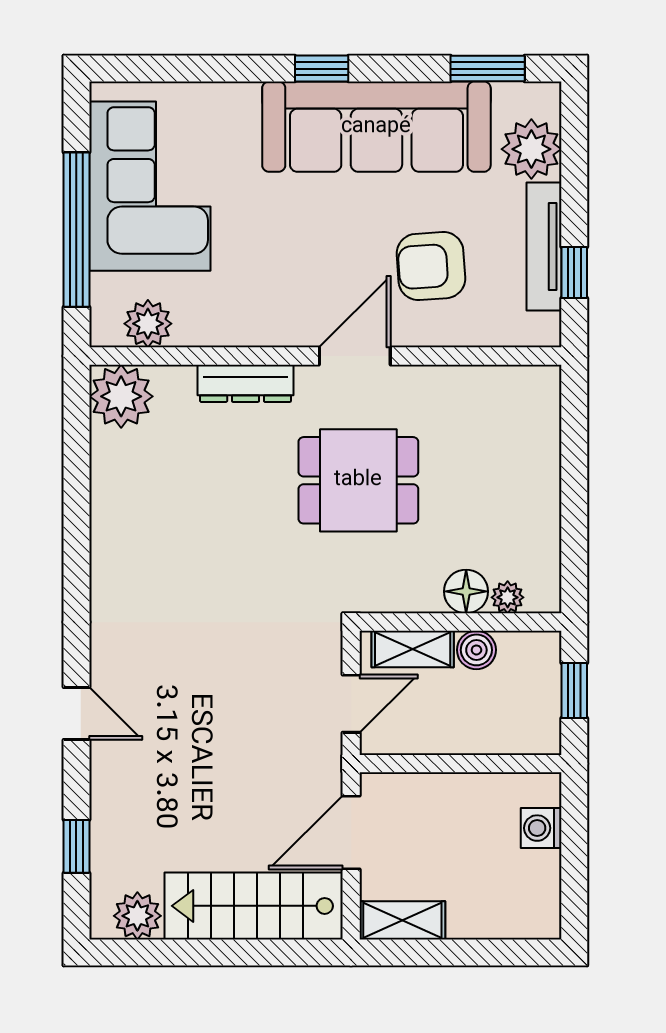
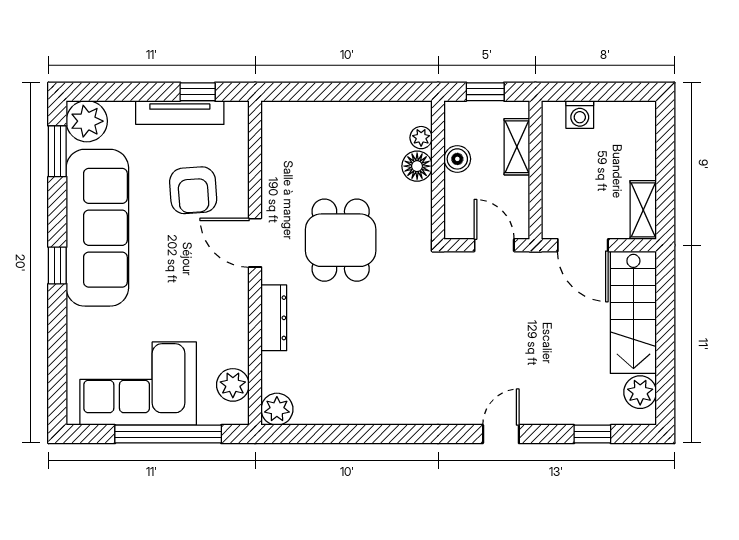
plant: (531, 149) -> (87, 121), moved
plant: (121, 396) -> (277, 409), width x0.73, depth x0.73
shelving: (413, 649) -> (517, 147), moved

